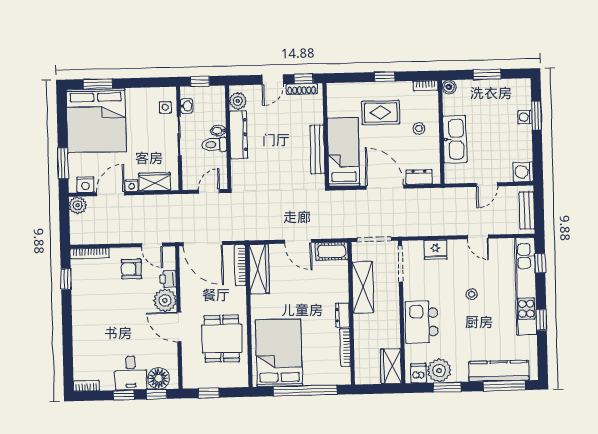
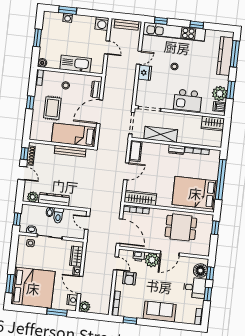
door: (203, 244) -> (119, 231), hinge flipped
door: (152, 245) -> (116, 263), hinge flipped
fridge: (435, 250) -> (145, 73), moved
sofa: (86, 323) -> (160, 311), added
window: (209, 393) -> (215, 228), moved

